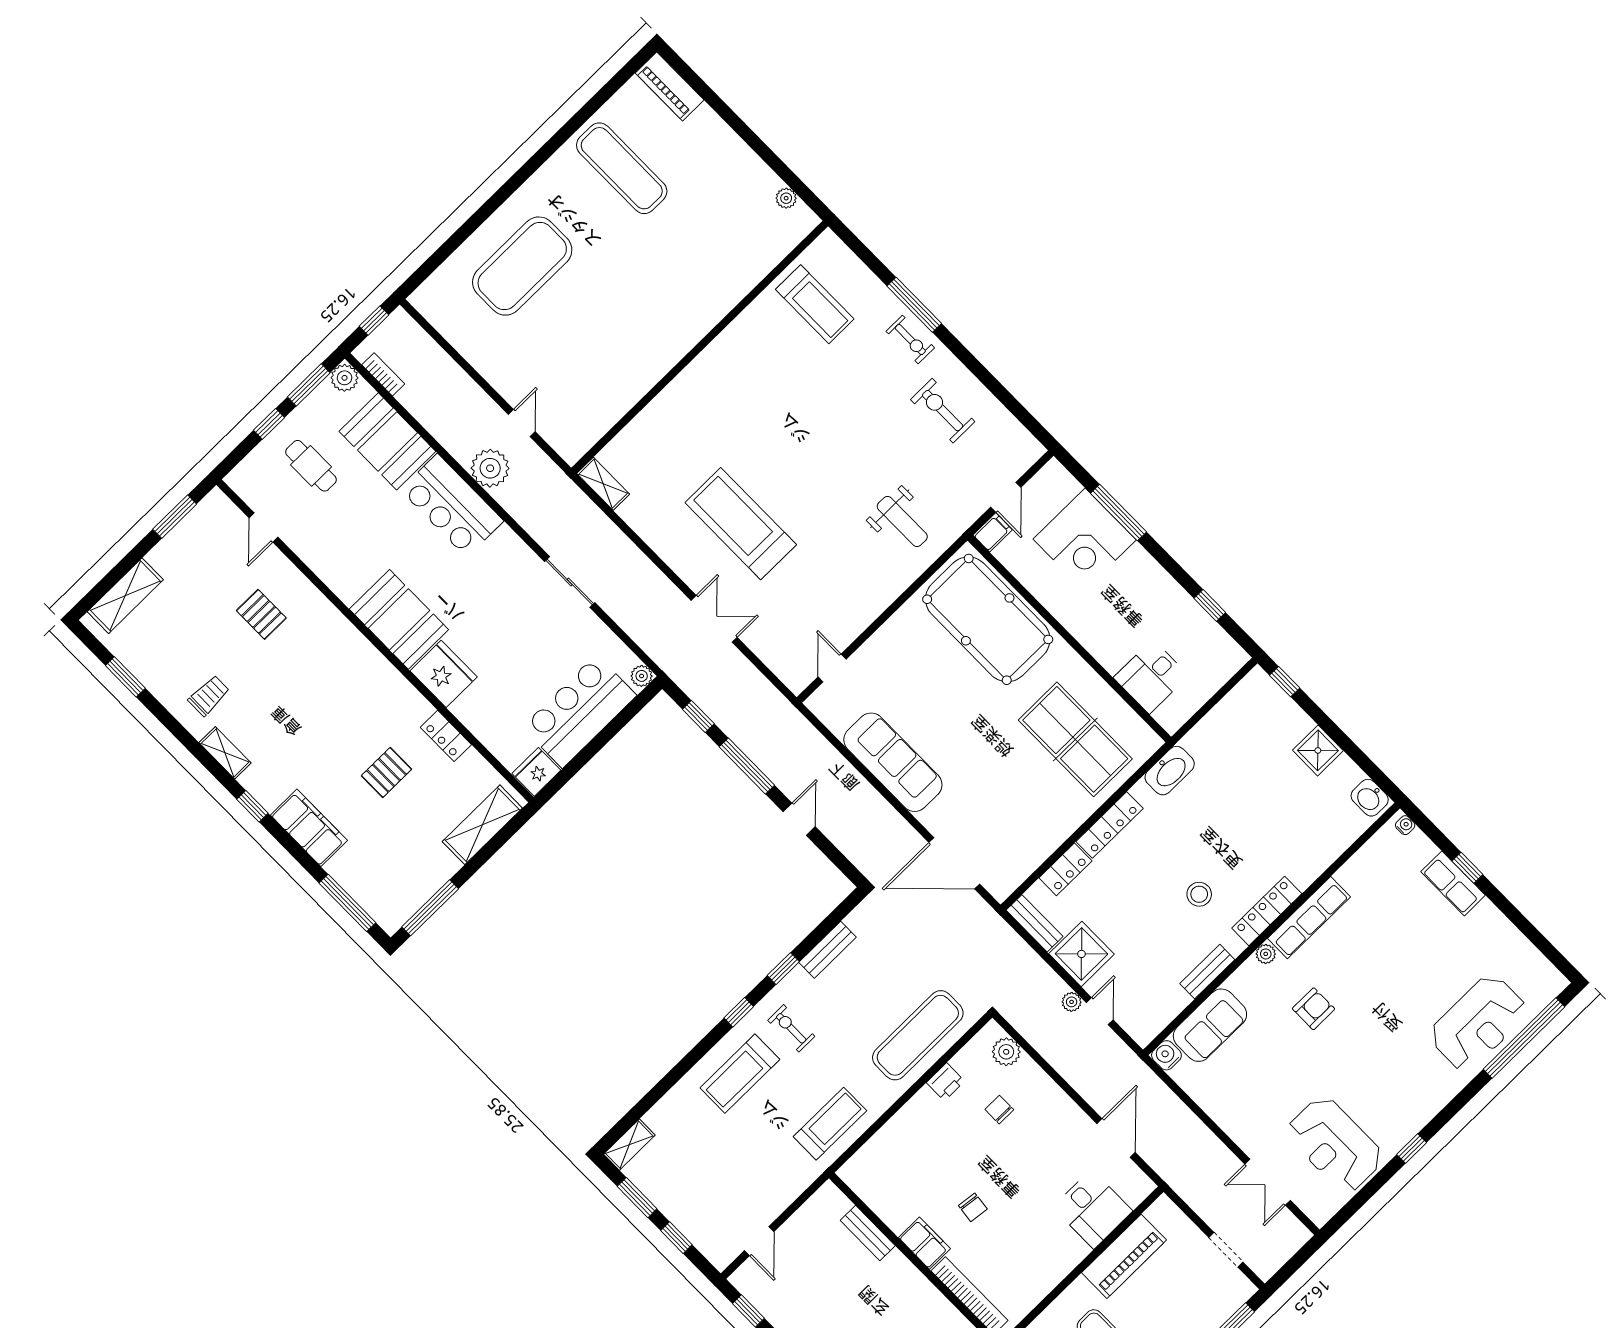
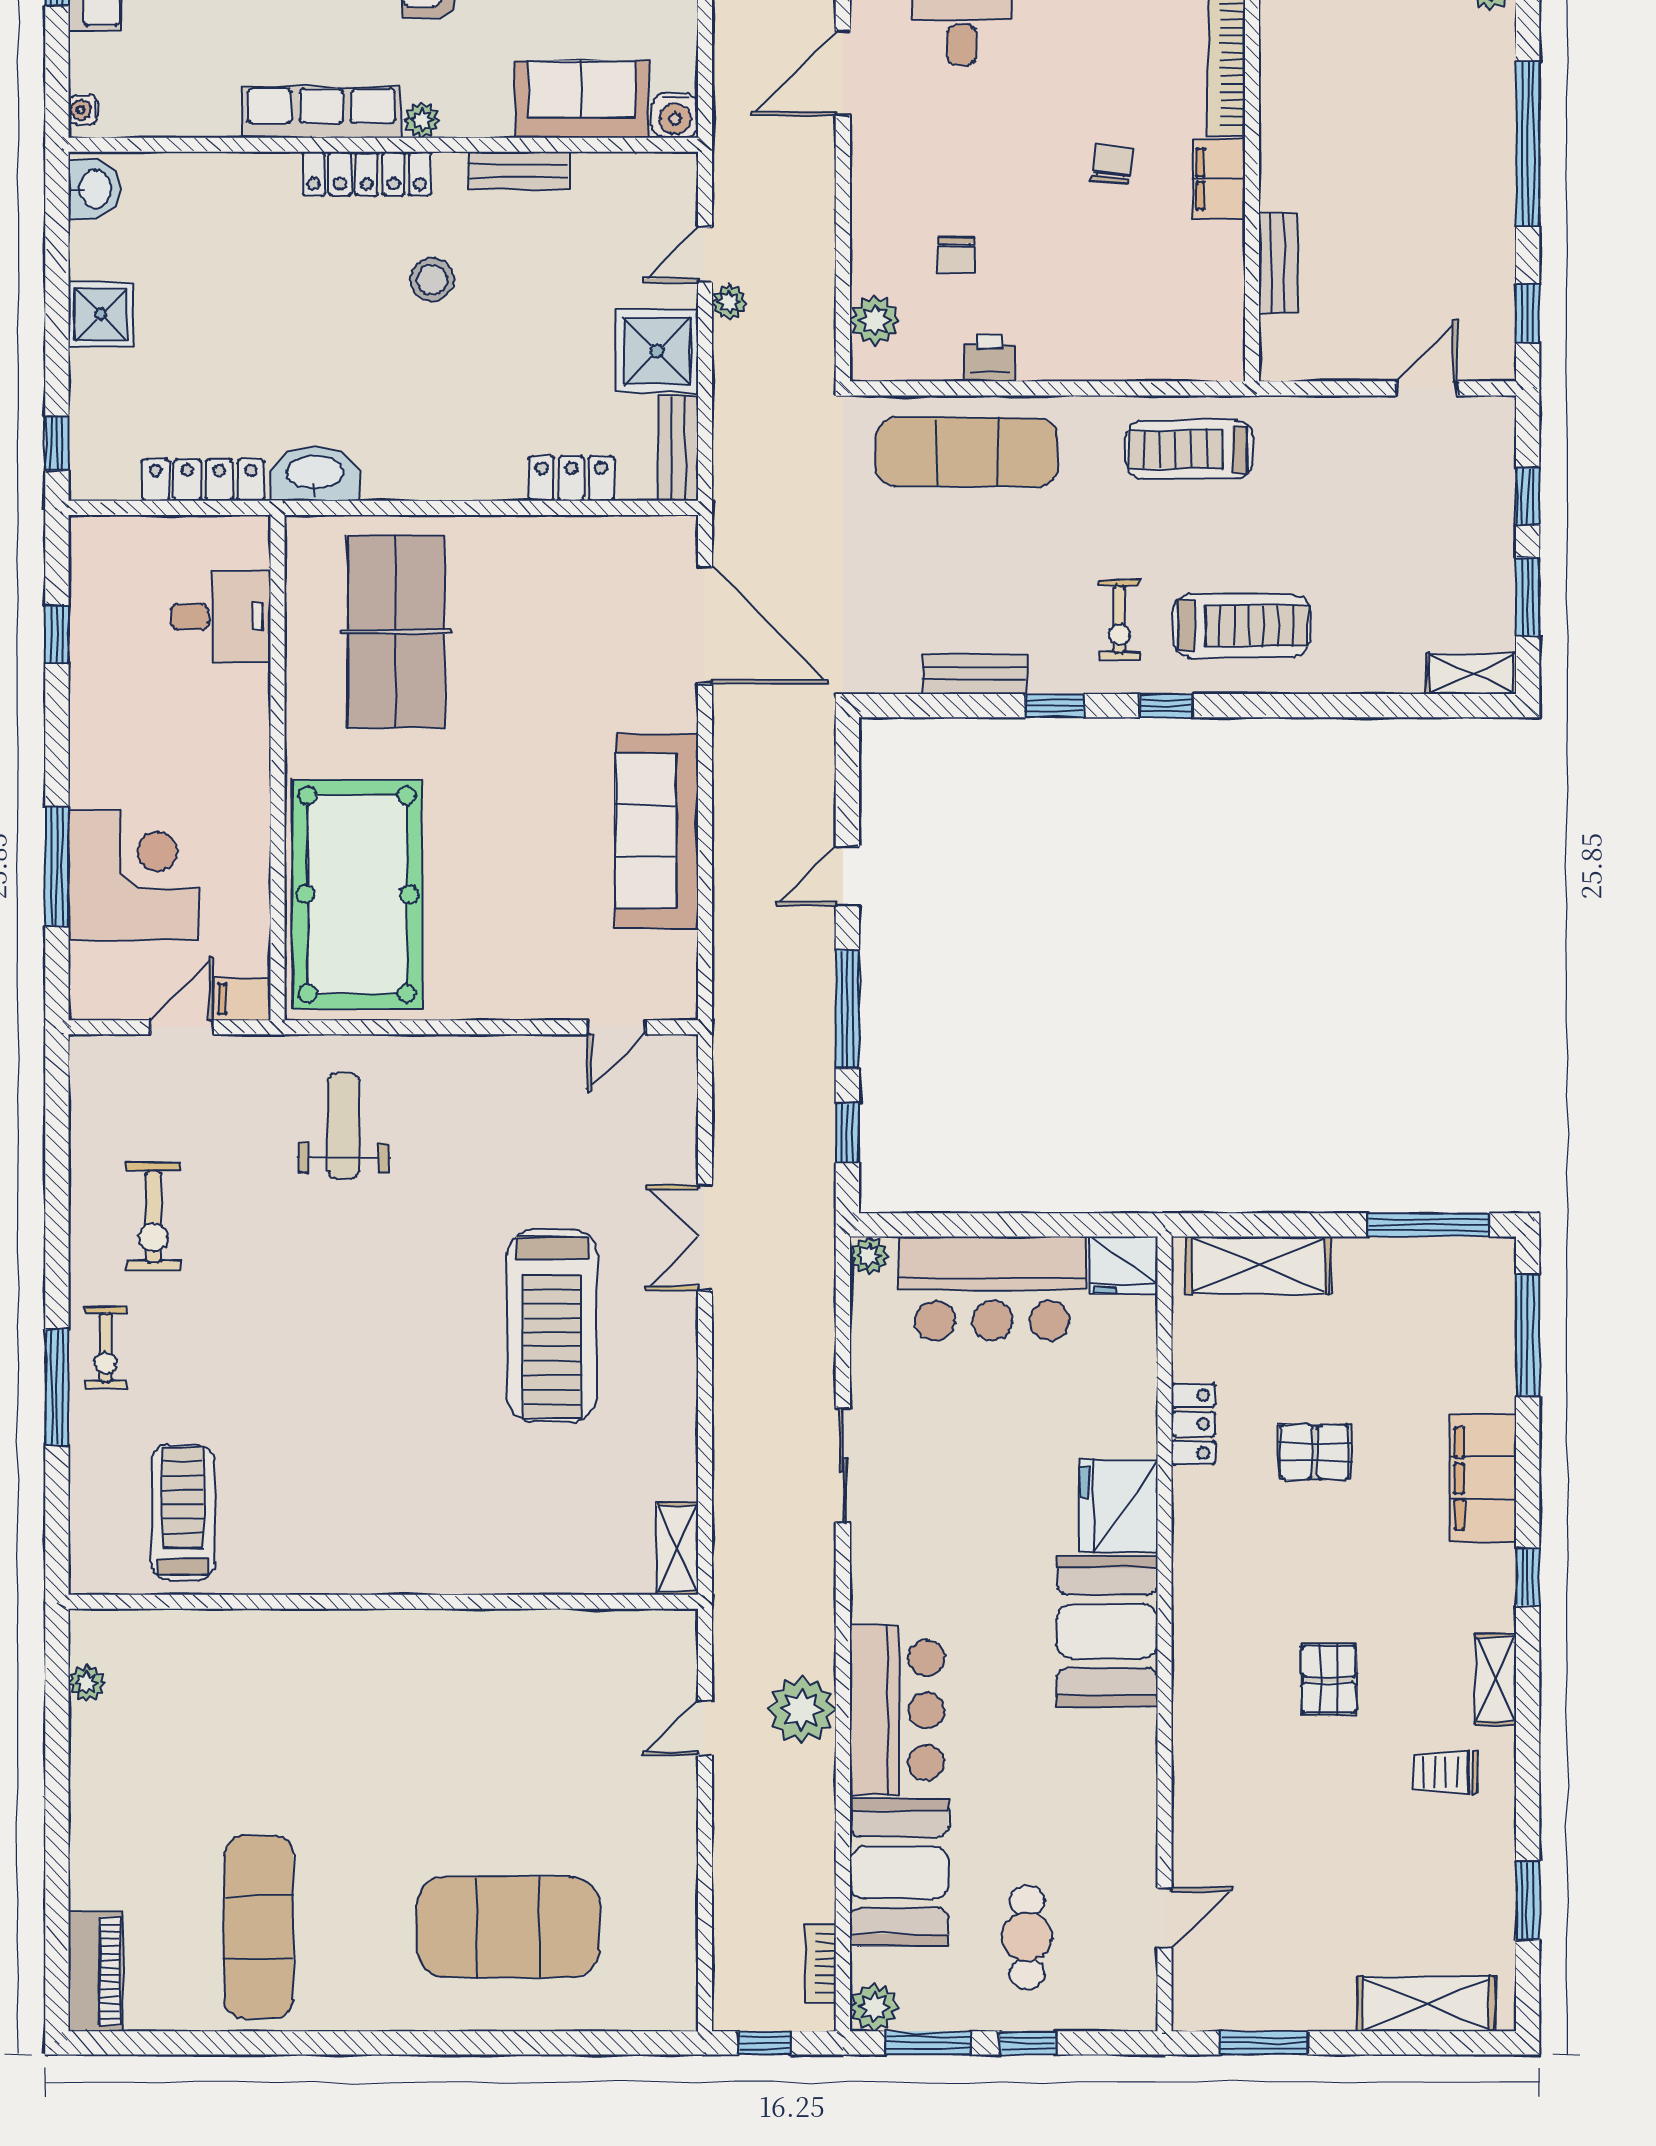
exercise bike: (910, 340) -> (106, 1348), turned 180
pallet: (261, 614) -> (1329, 1679), moved
locker: (1110, 825) -> (203, 480), moved

